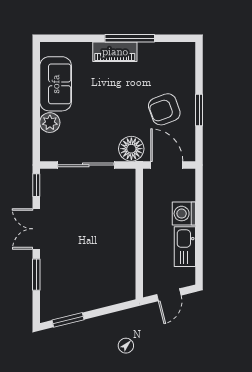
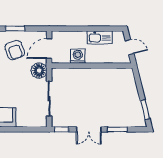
plant: (50, 123) -> (23, 121), removed
washing machine: (184, 214) -> (78, 56), moved, turned 180

